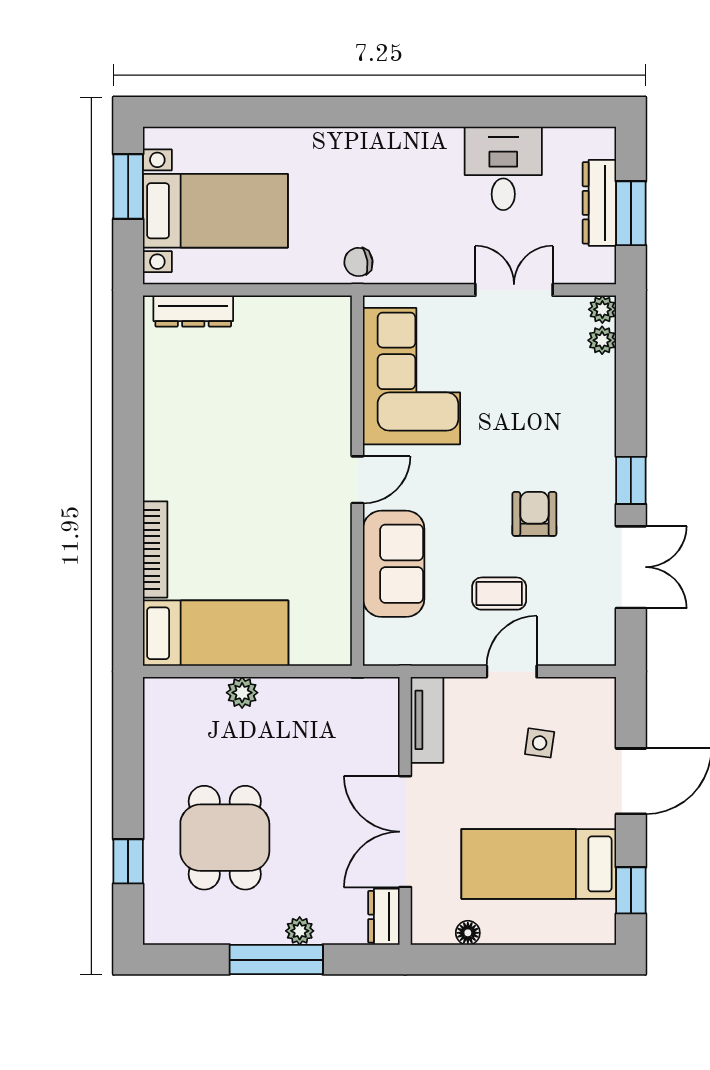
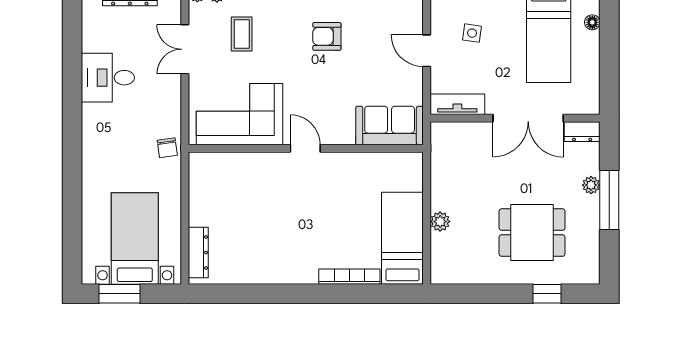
desk: (503, 168) -> (108, 78), moved
sofa: (394, 564) -> (390, 125), moved
coffee table: (499, 594) -> (242, 34), moved
floor lamp: (468, 933) -> (592, 22), moved

